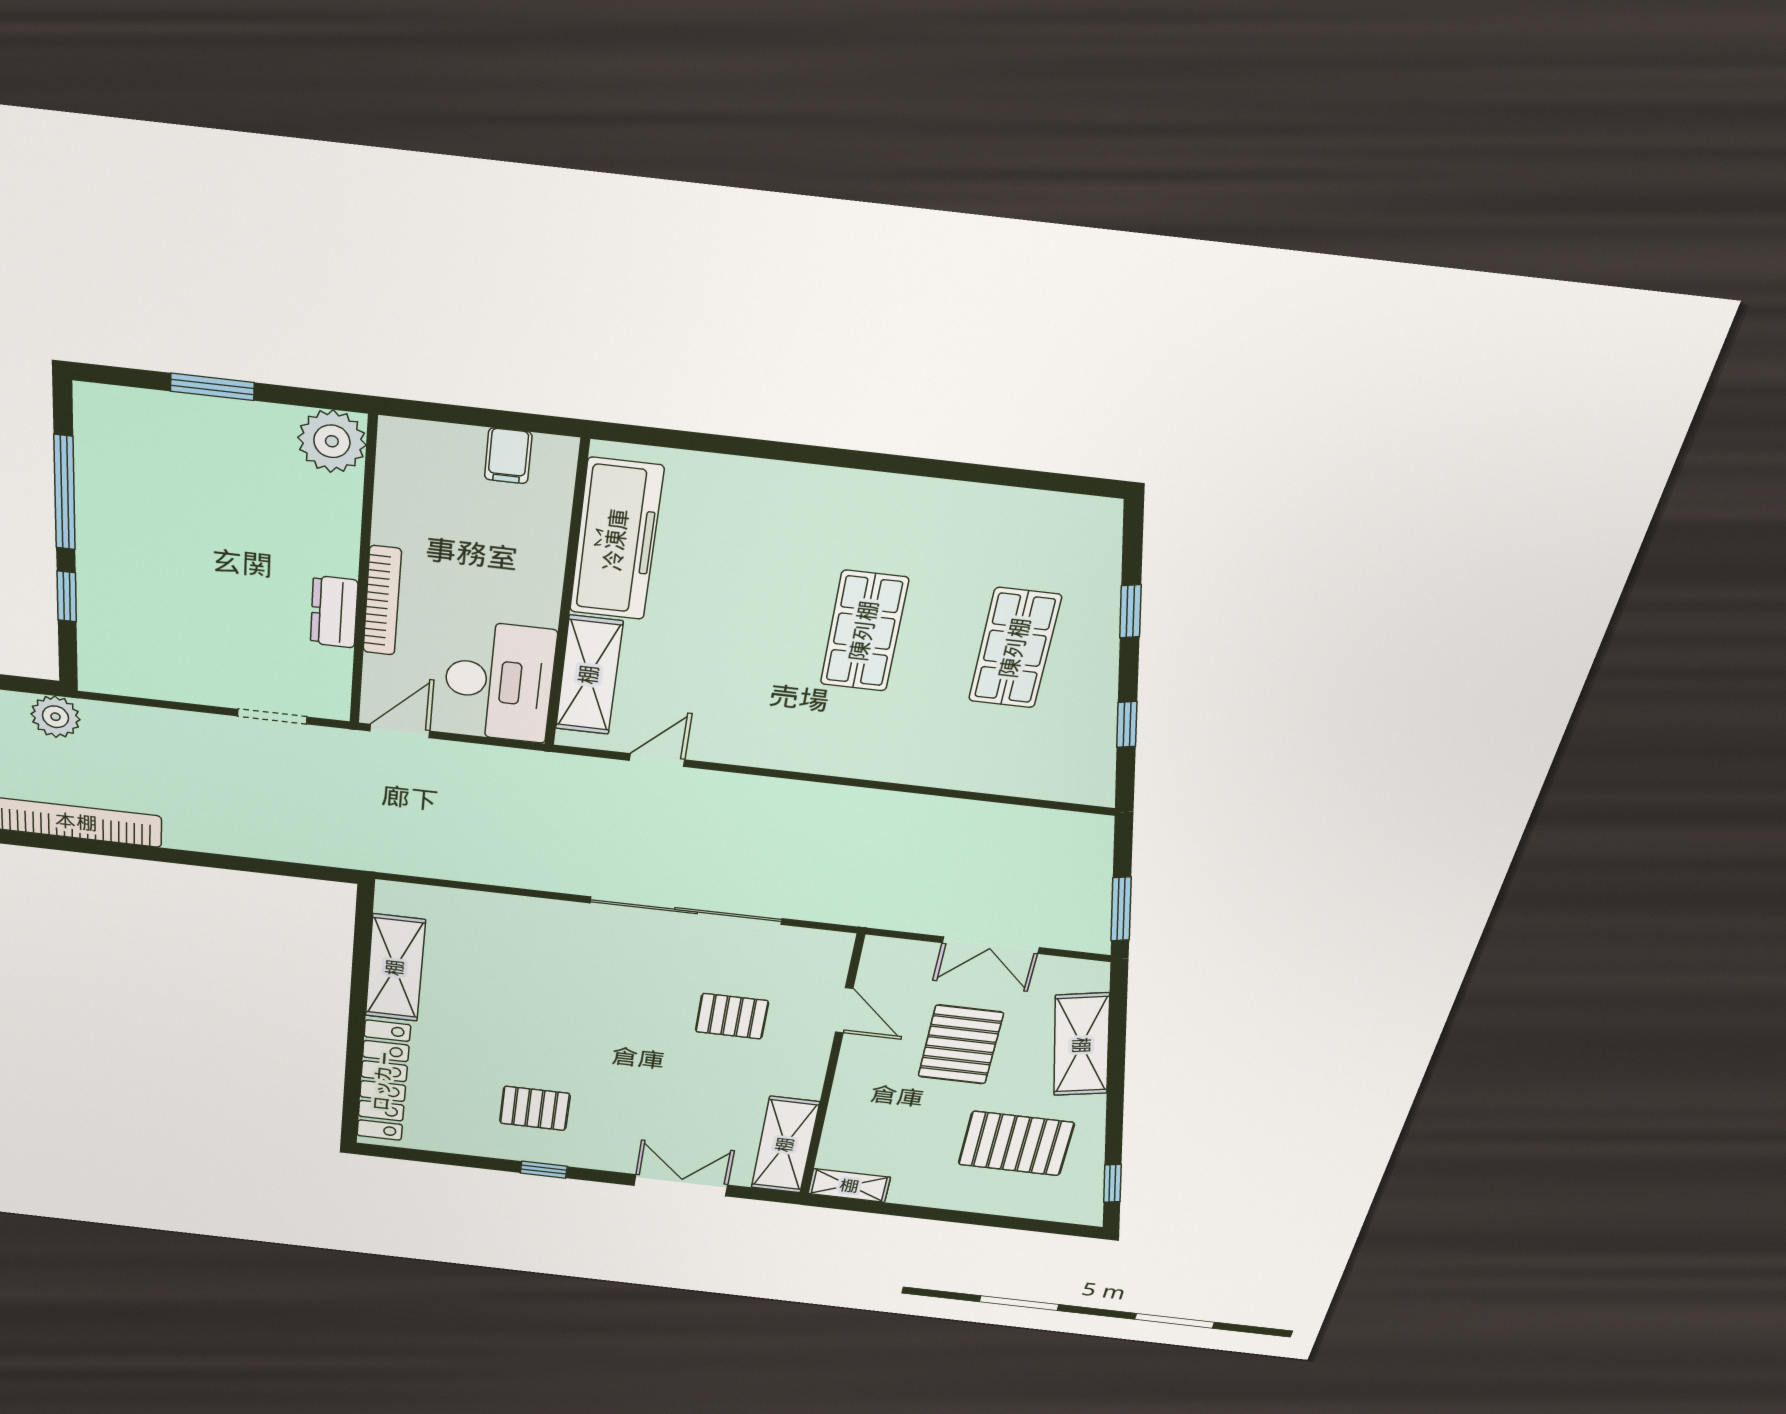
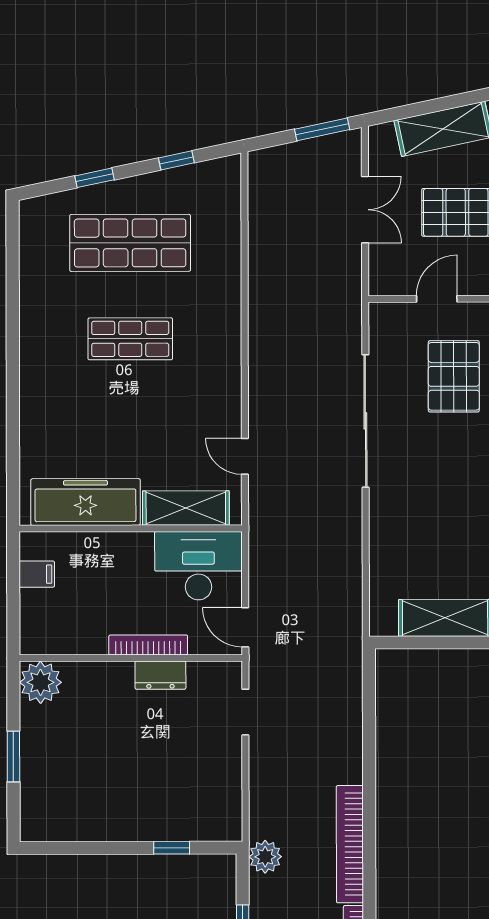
window: (65, 493) -> (97, 848), removed
shop shelf: (1015, 648) -> (130, 243), width x1.43, depth x1.36
pallet: (732, 1016) -> (454, 376), width x1.50, depth x1.42

